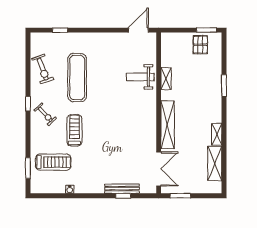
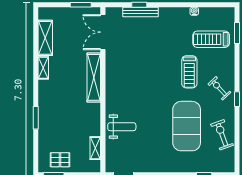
pallet: (200, 45) -> (60, 160), turned 90
exercise mat: (77, 78) -> (187, 126), width x1.47
shelving: (166, 79) -> (95, 148), moved

